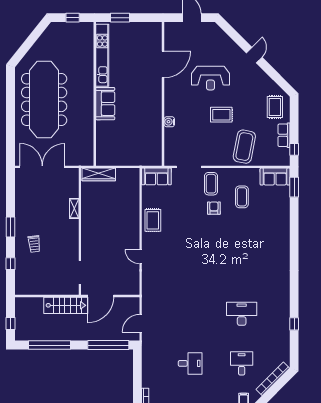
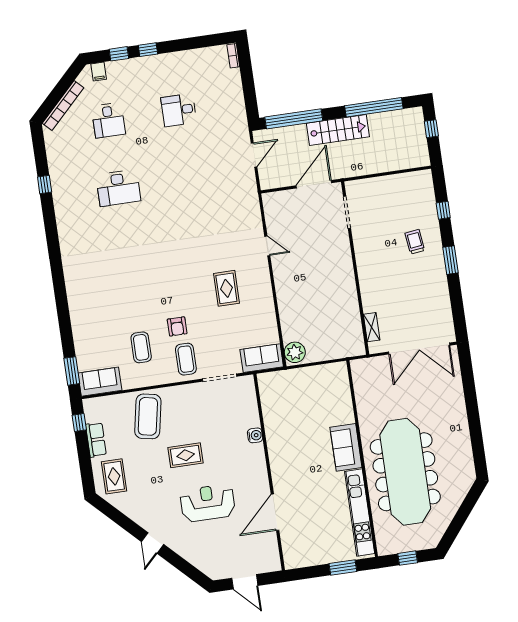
meeting table: (44, 99) -> (405, 472), moved
wardrobe: (99, 174) -> (341, 350), removed
plant: (132, 177) -> (295, 352), added
shelving: (74, 208) -> (372, 327), moved
rug: (153, 220) -> (226, 288), moved
stairs: (66, 305) -> (338, 130), moved, turned 180

